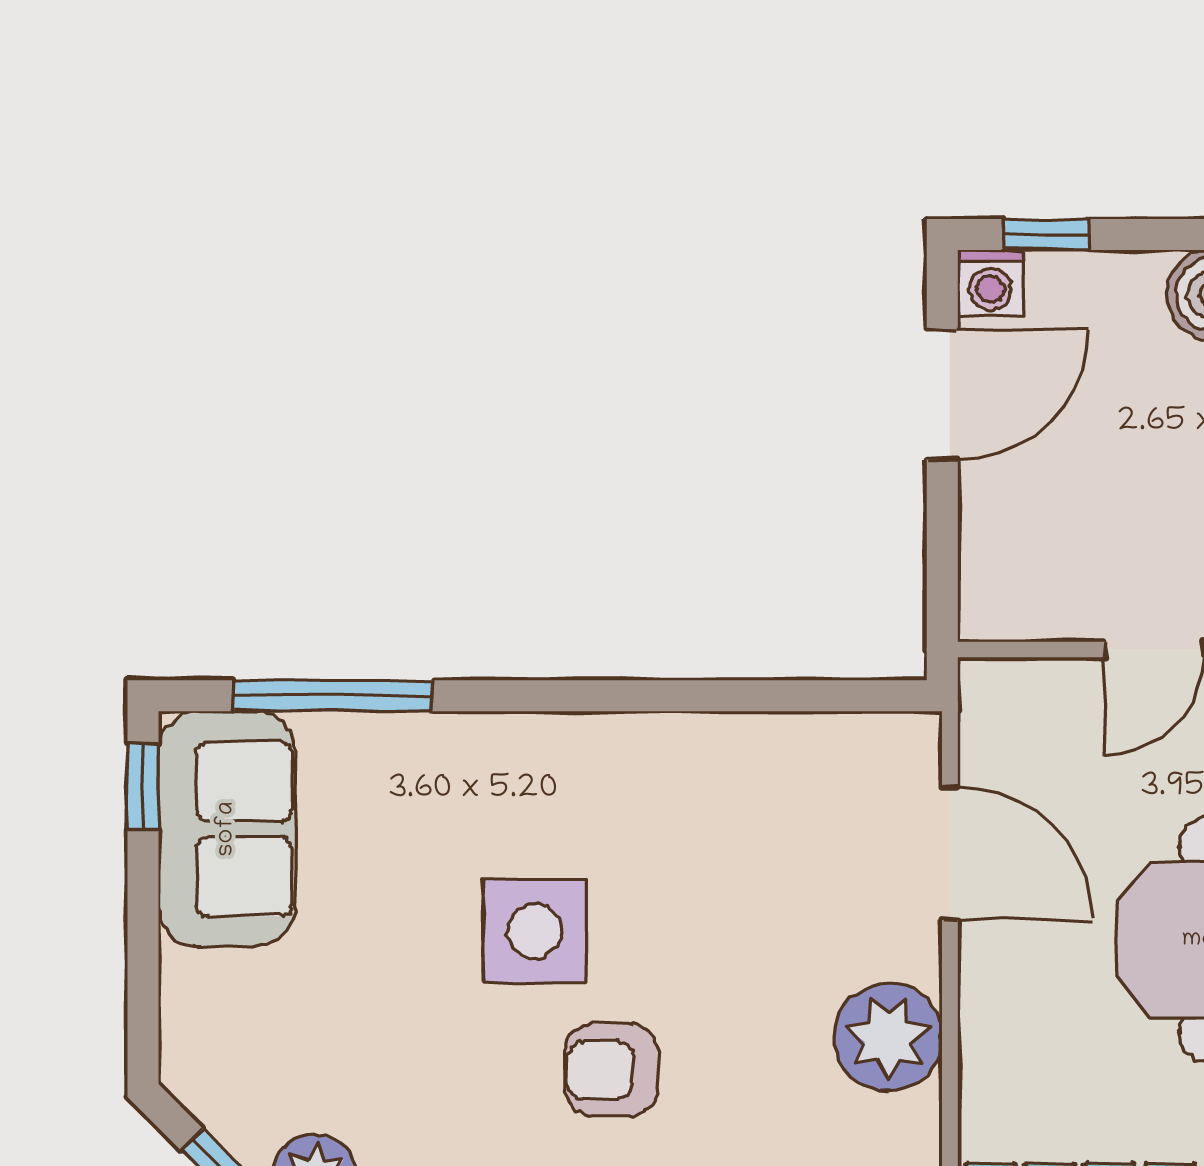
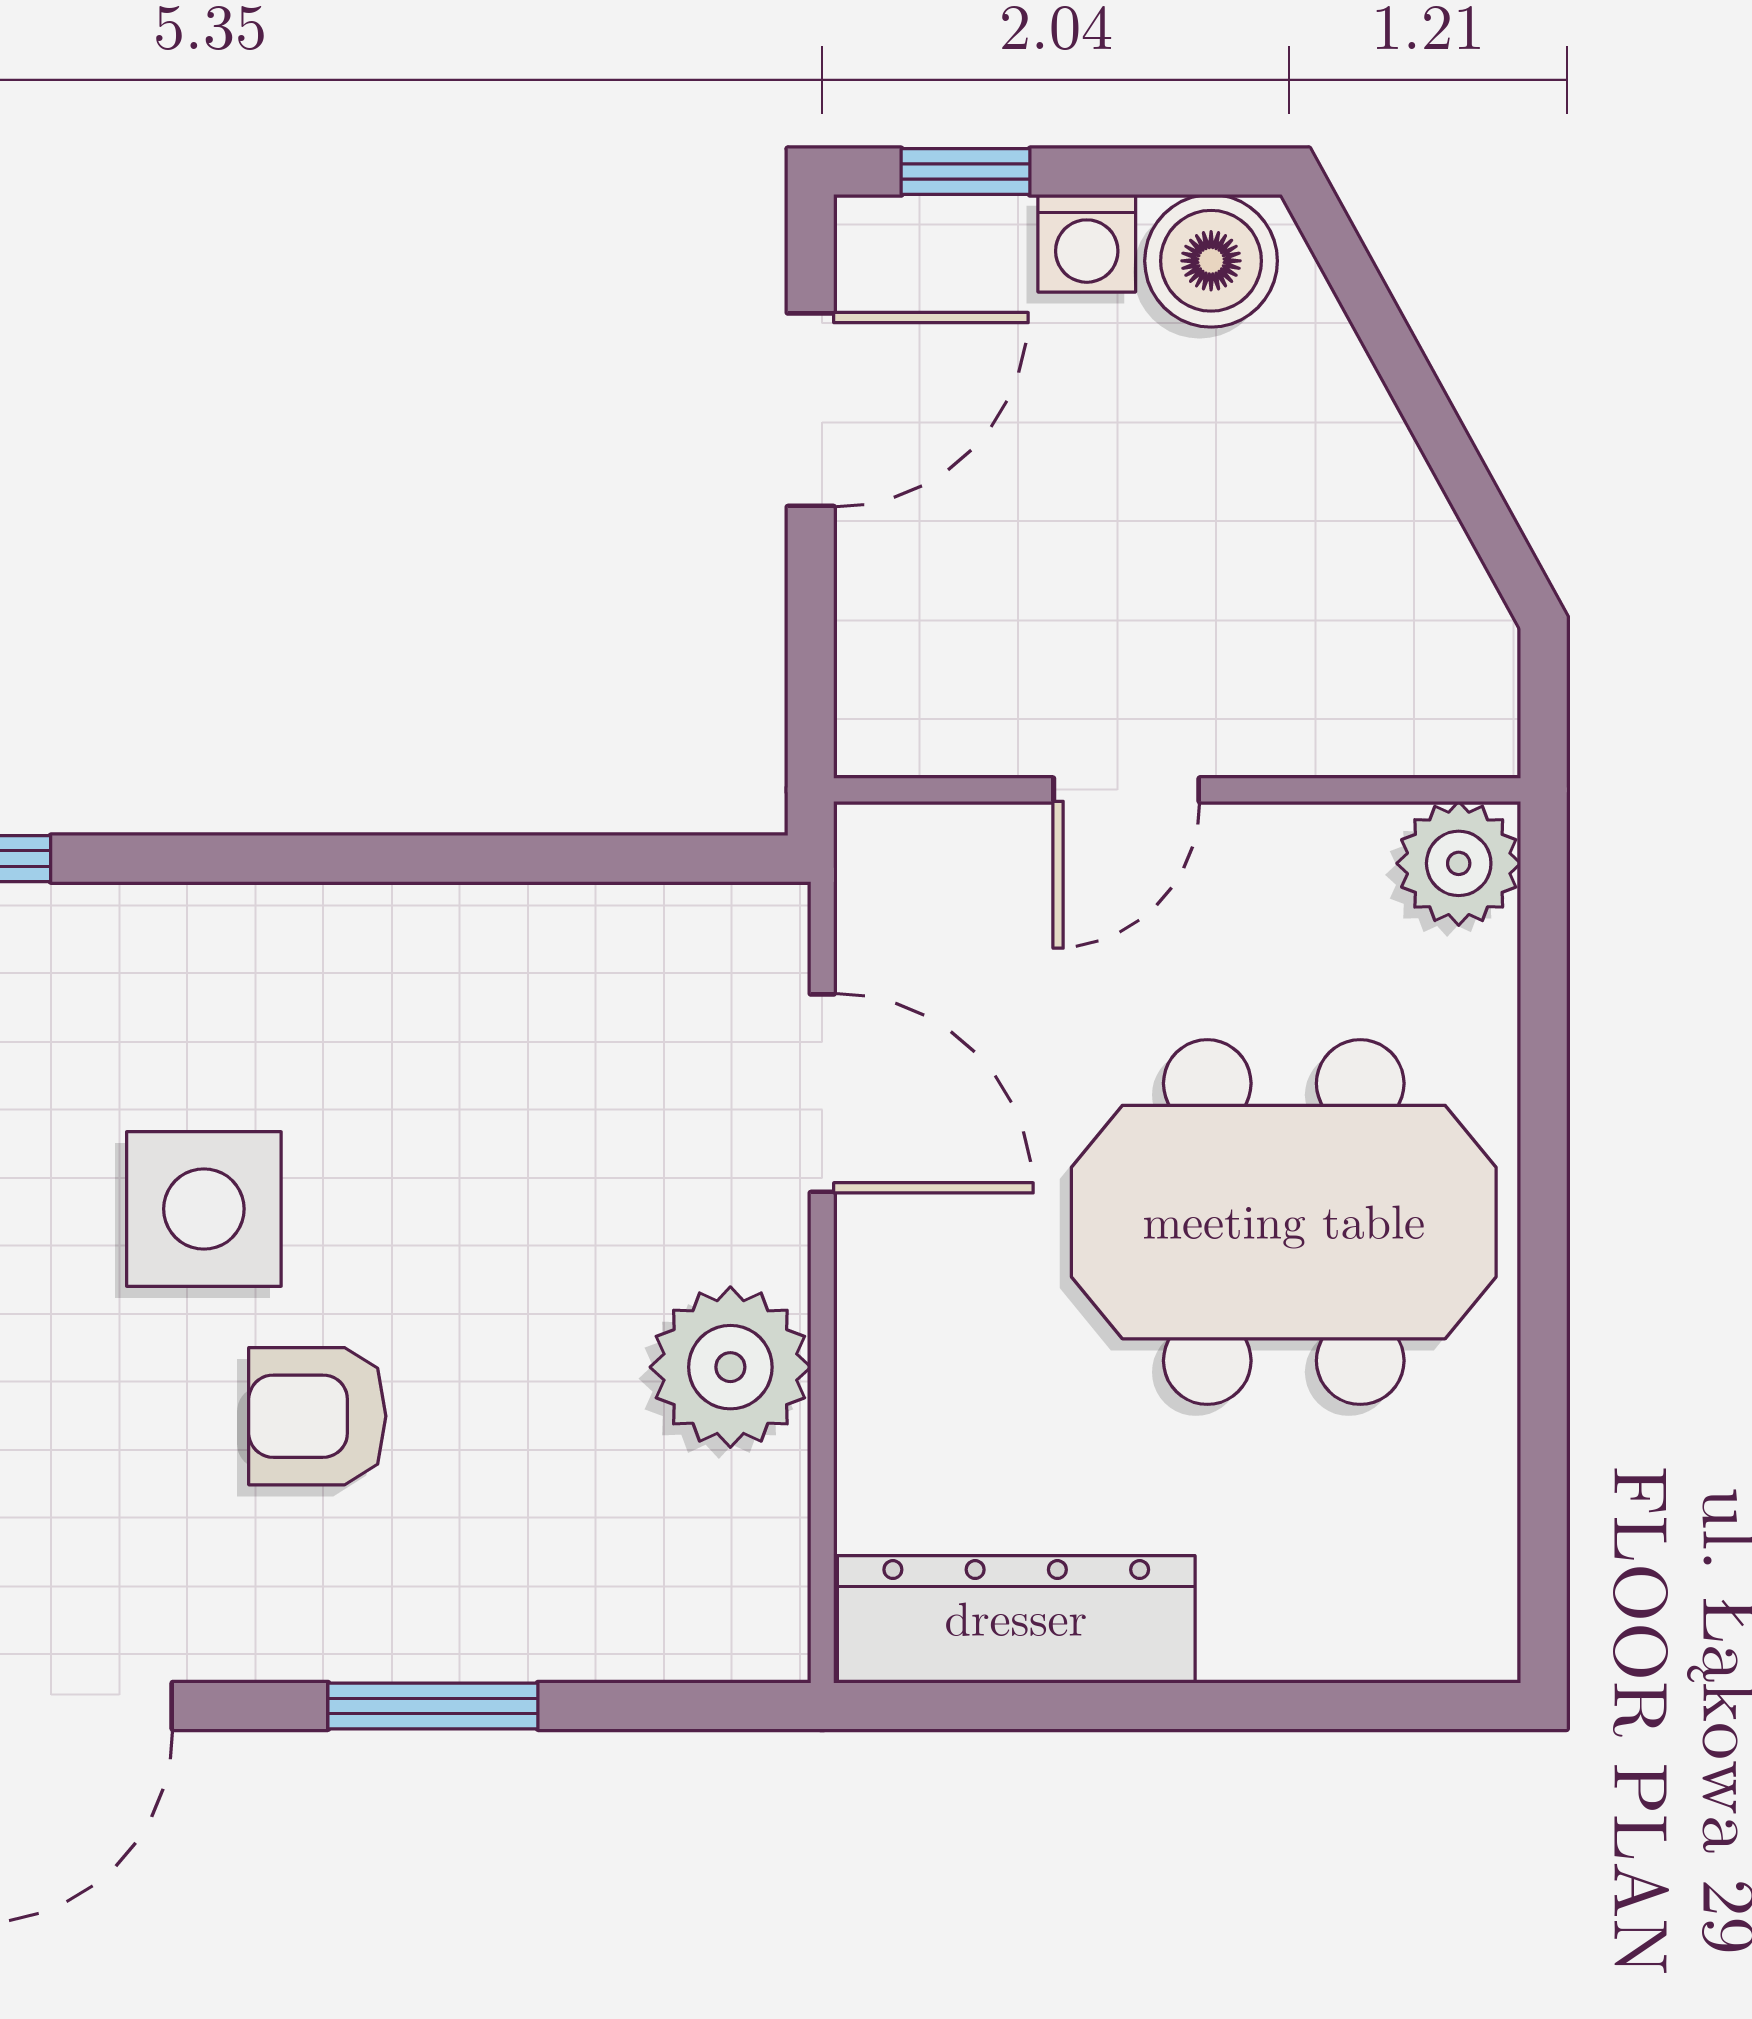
washing machine: (990, 283) -> (1087, 243), moved

